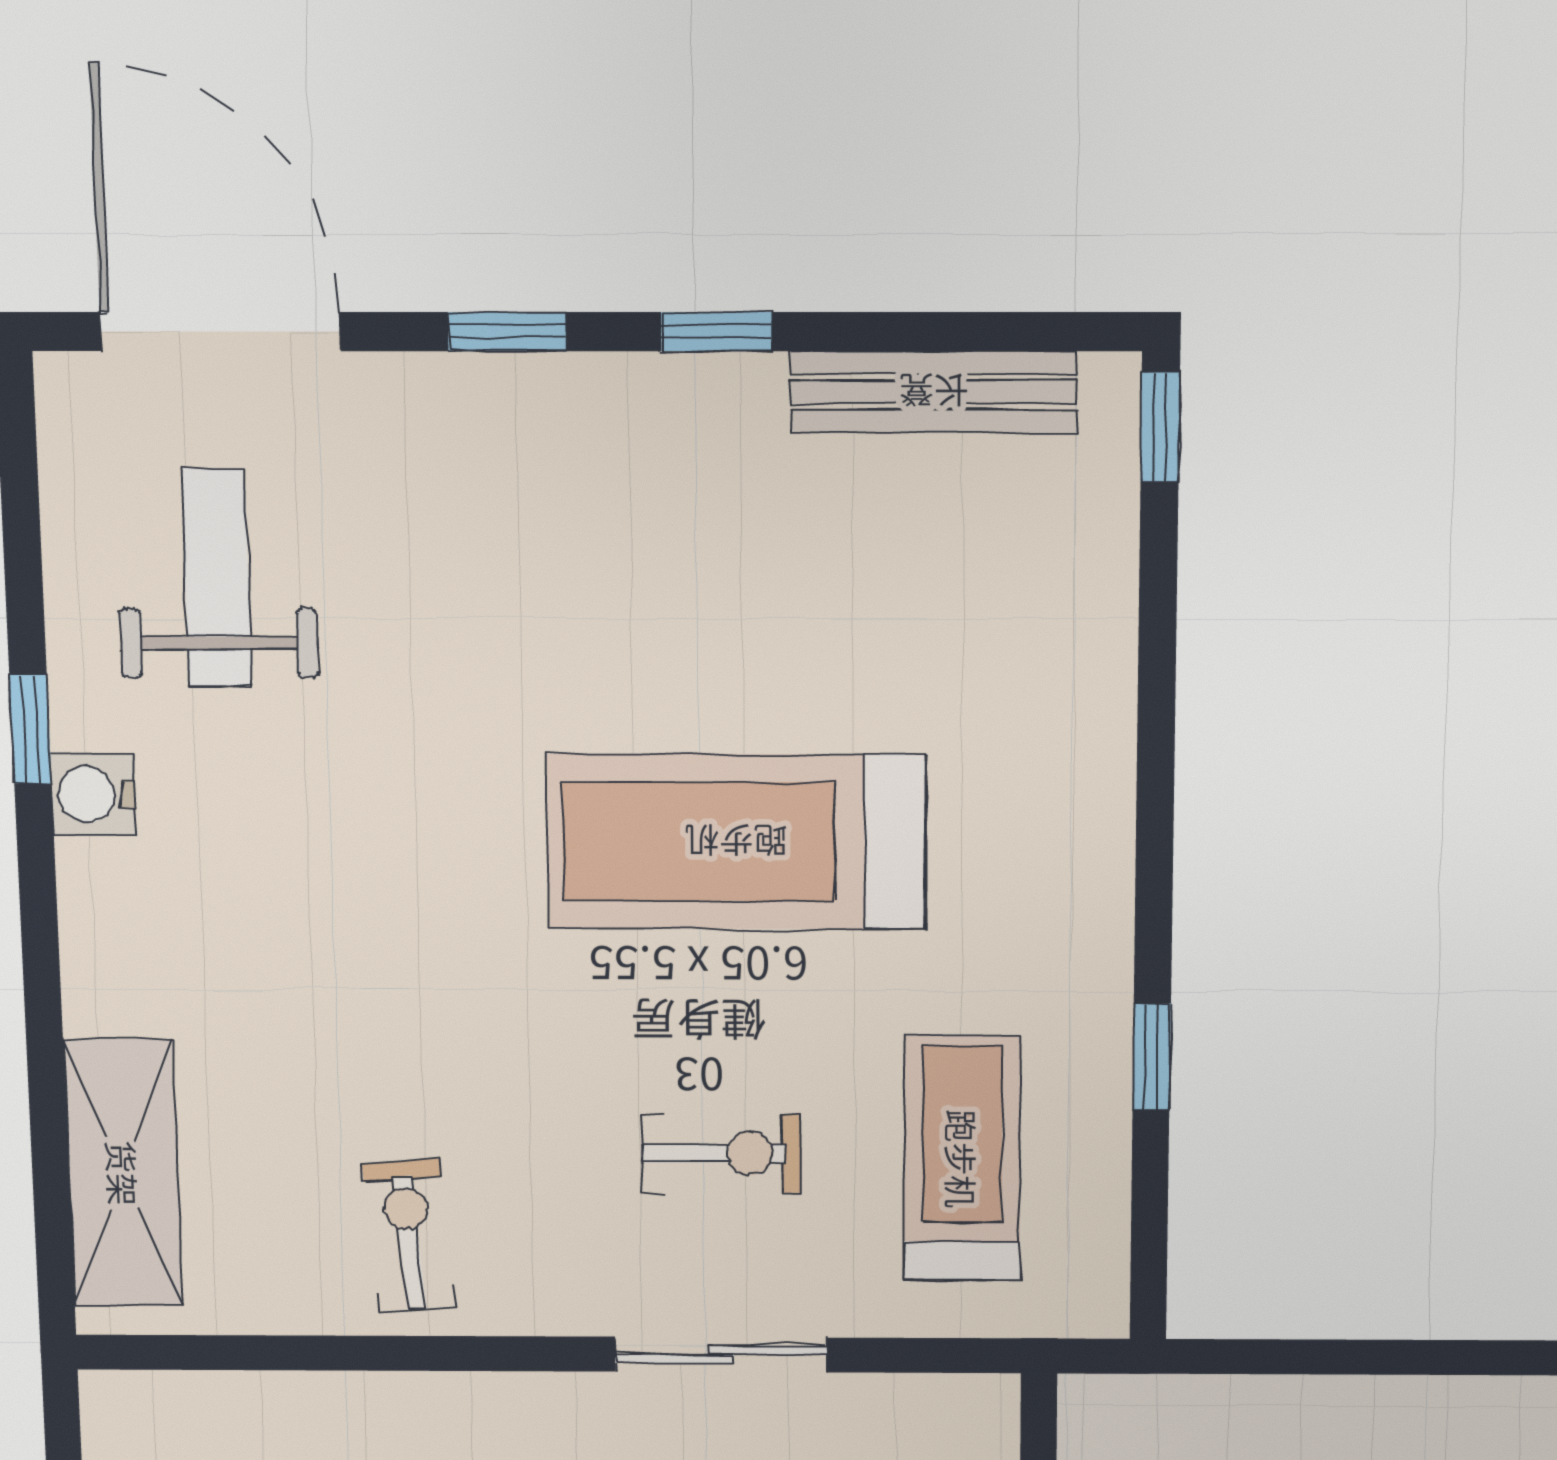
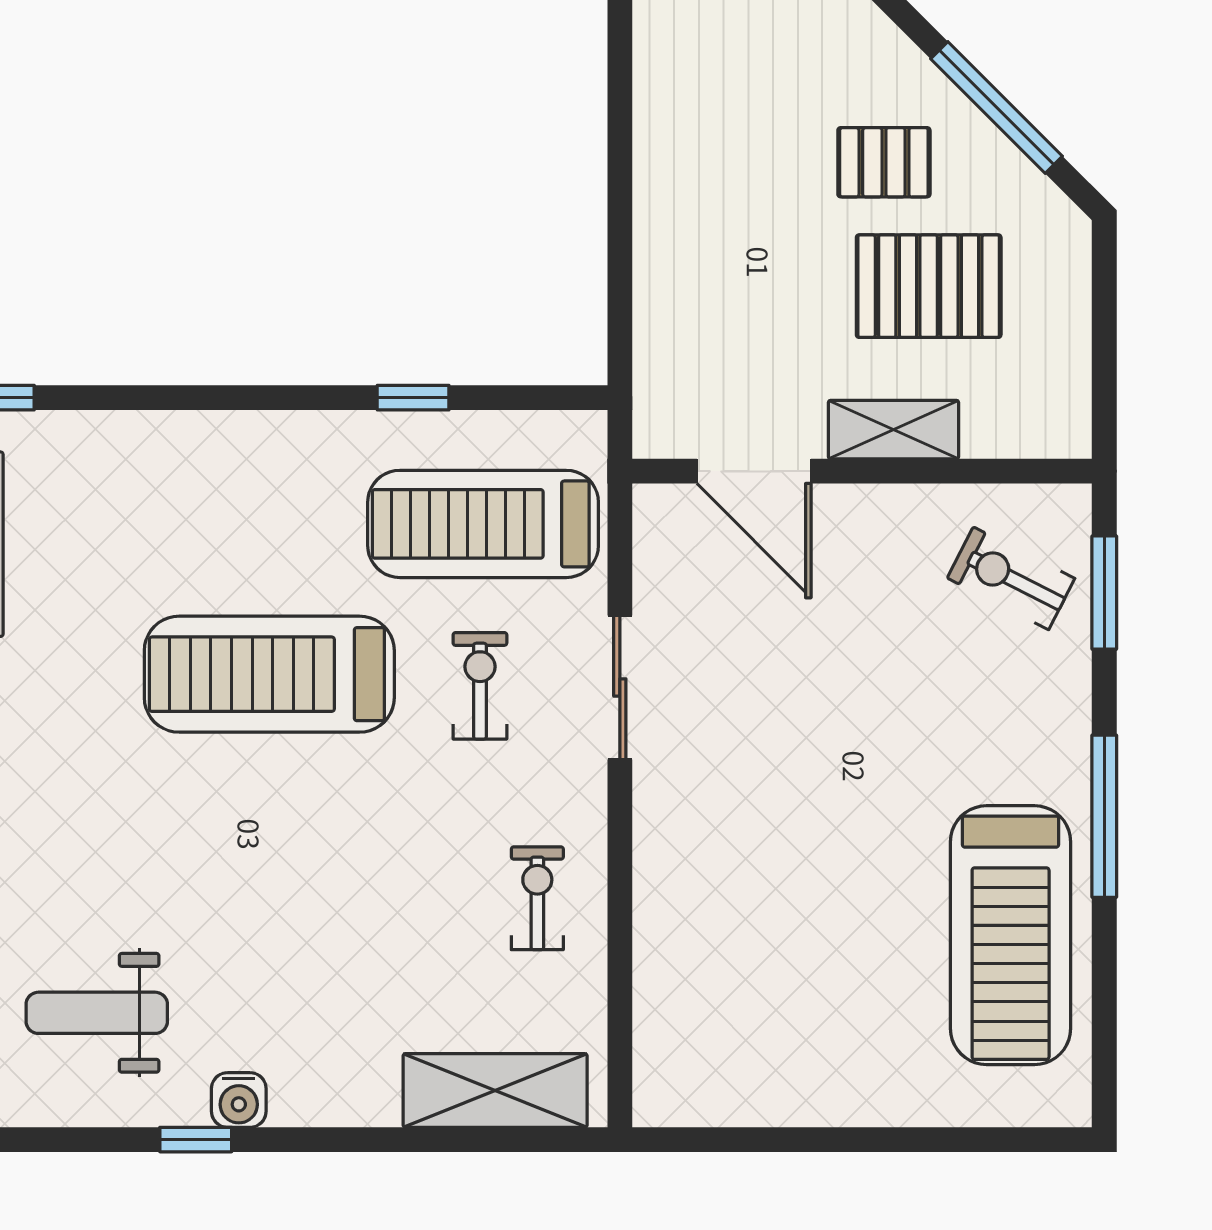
treadmill: (736, 842) -> (269, 674), turned 90
treadmill: (962, 1159) -> (483, 524), width x1.37, depth x1.38
exercise bike: (409, 1235) -> (537, 898), turned 95

